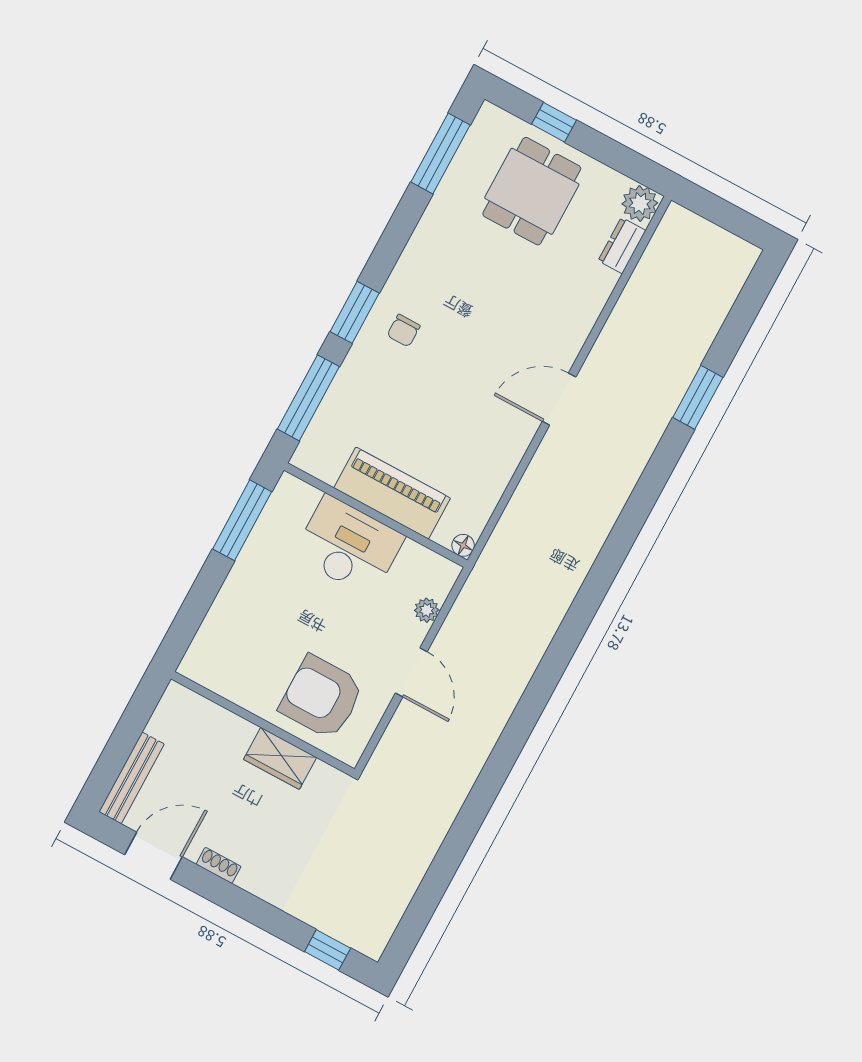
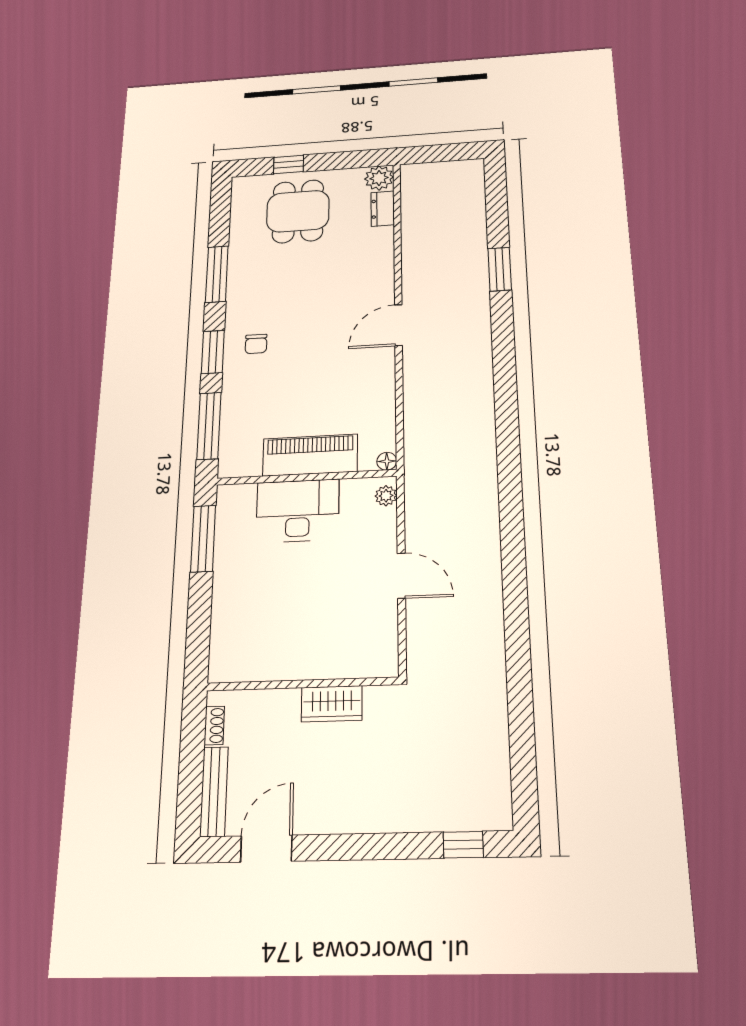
window: (440, 154) -> (217, 274), moved
plant: (427, 610) -> (386, 496), moved
armchair: (322, 697) -> (339, 636), removed
shoe rack: (218, 865) -> (214, 726), moved, turned 90

